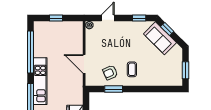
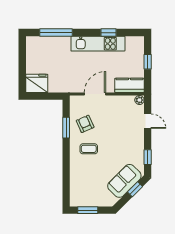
kitchen counter: (77, 34) -> (129, 85), added
window: (31, 52) -> (109, 33), width x0.32
kitchen unit: (40, 81) -> (98, 44), moved

